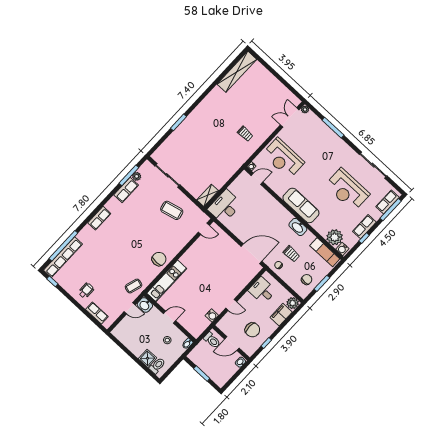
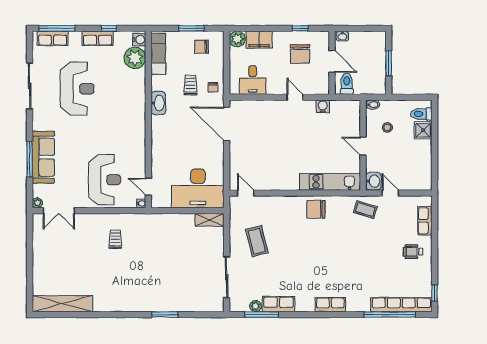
sofa: (301, 205) -> (43, 157), moved, turned 180
desk: (225, 207) -> (198, 188), width x1.36, depth x1.30
chair: (252, 330) -> (300, 54), turned 180

